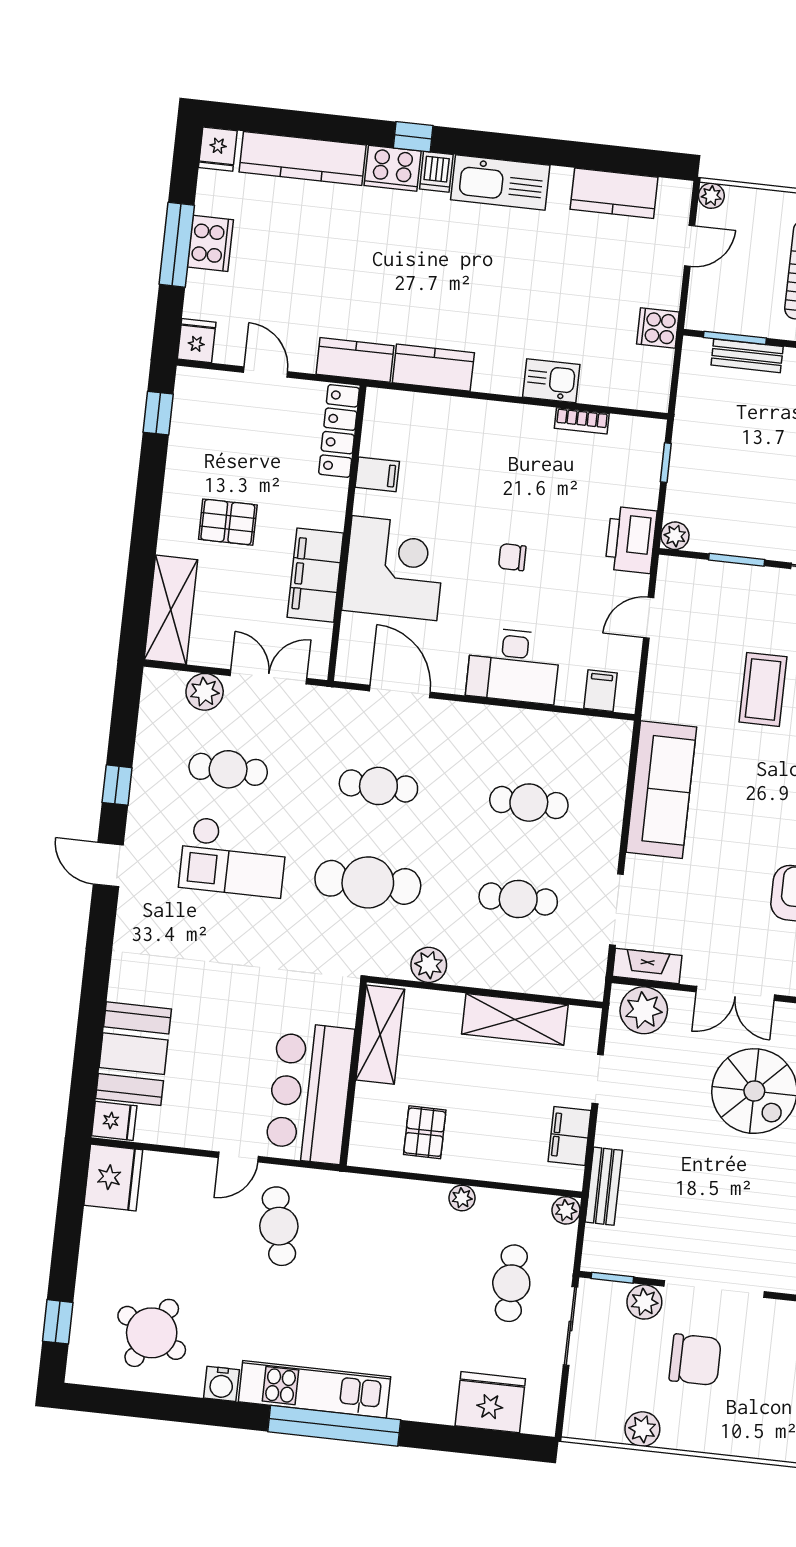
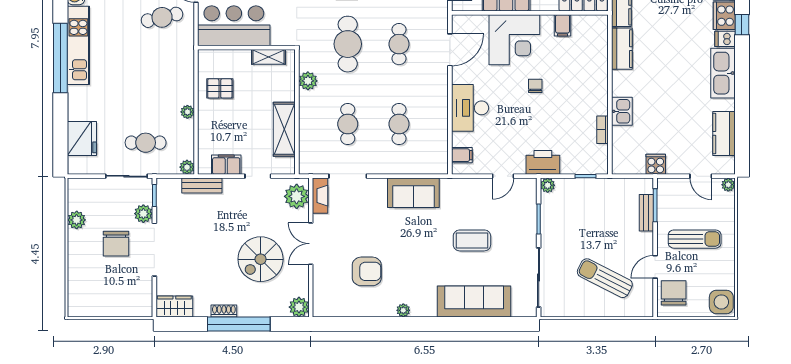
chair: (512, 557) -> (535, 86), moved
door: (649, 618) -> (503, 176), swing flipped
sofa: (661, 790) -> (413, 193), width x0.73
shelving: (380, 1035) -> (268, 57), width x0.67, depth x0.75

